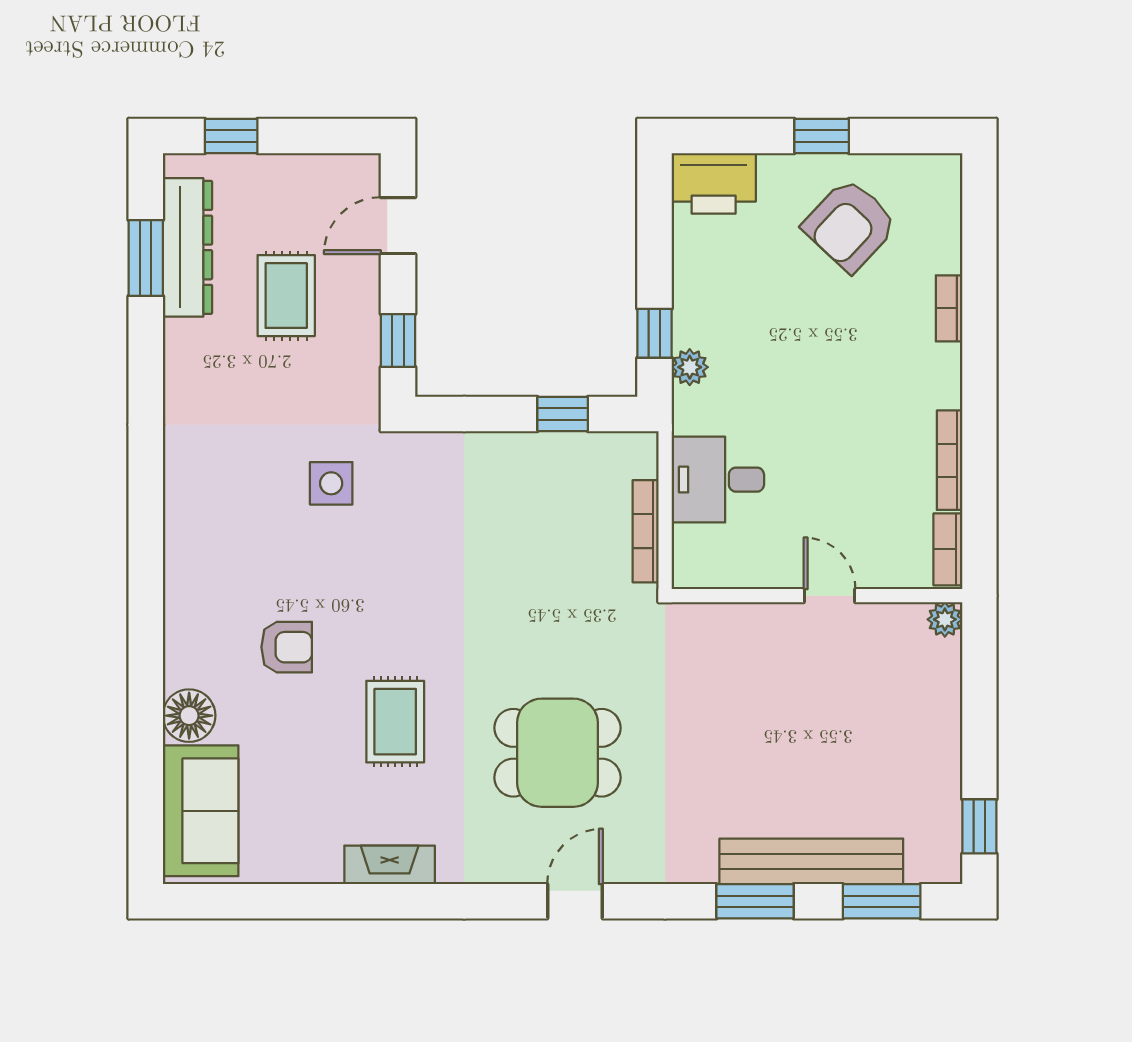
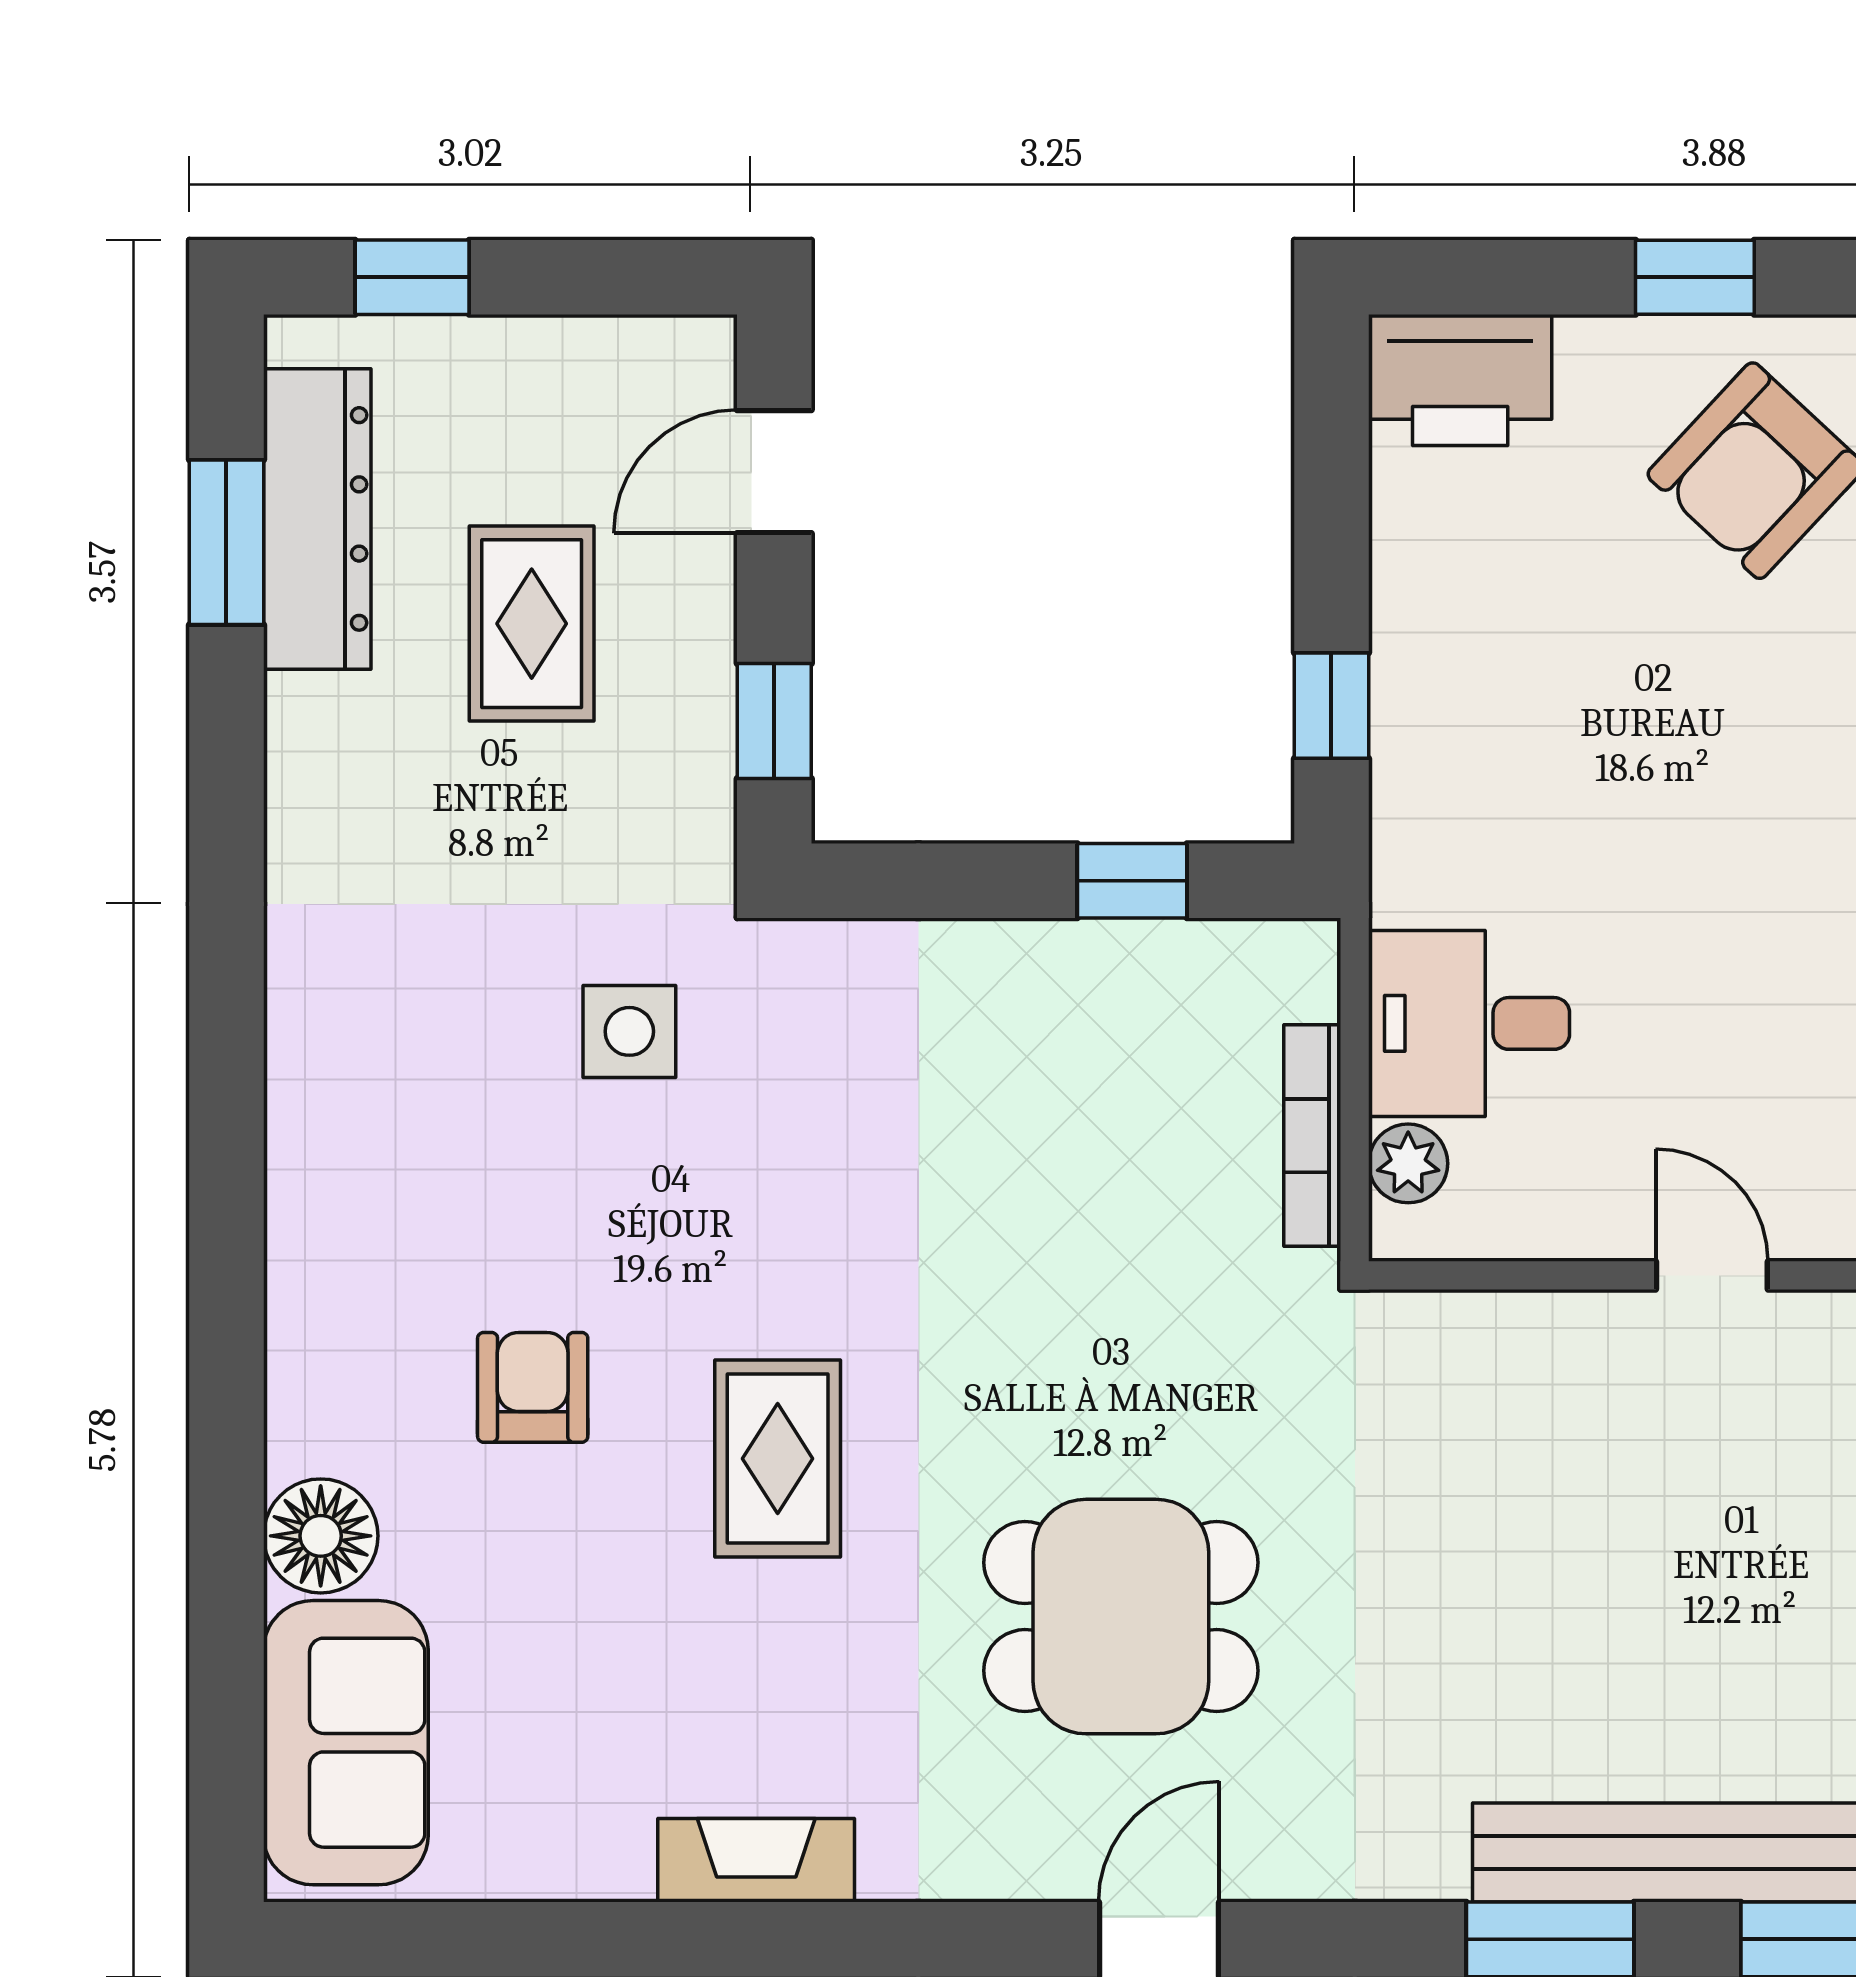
plant: (690, 367) -> (1408, 1163), moved
armchair: (287, 647) -> (533, 1387), turned -90
rug: (395, 722) -> (778, 1459), moved

